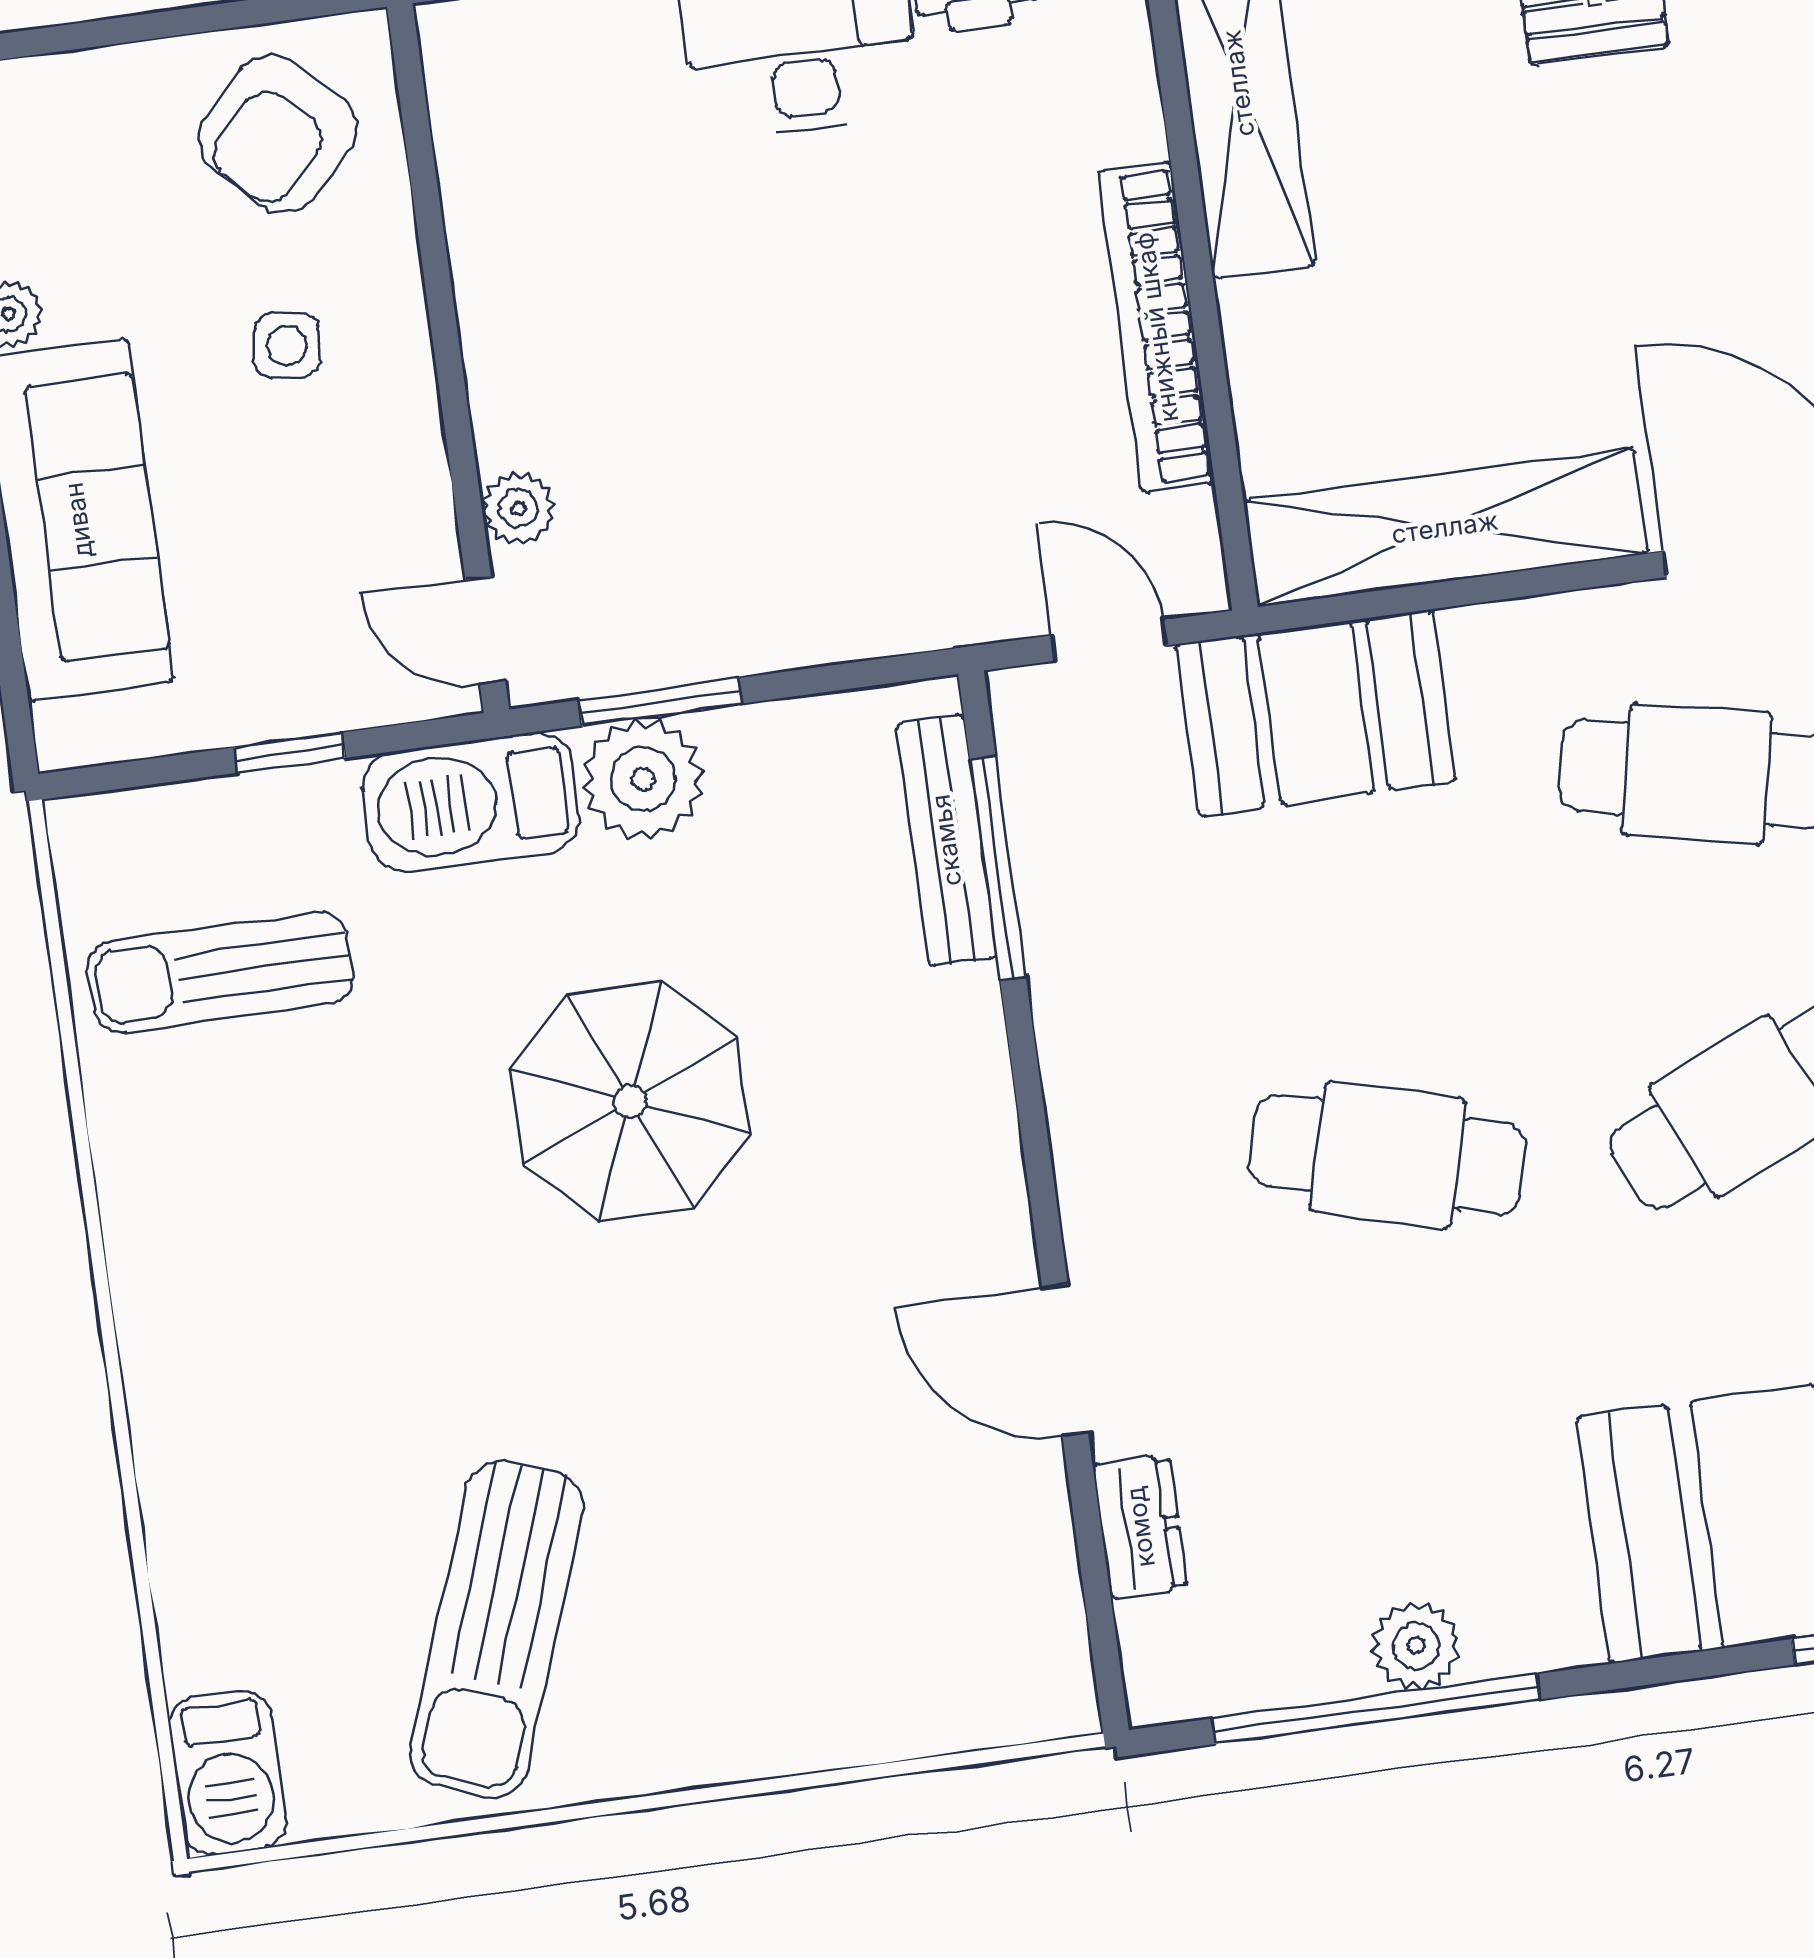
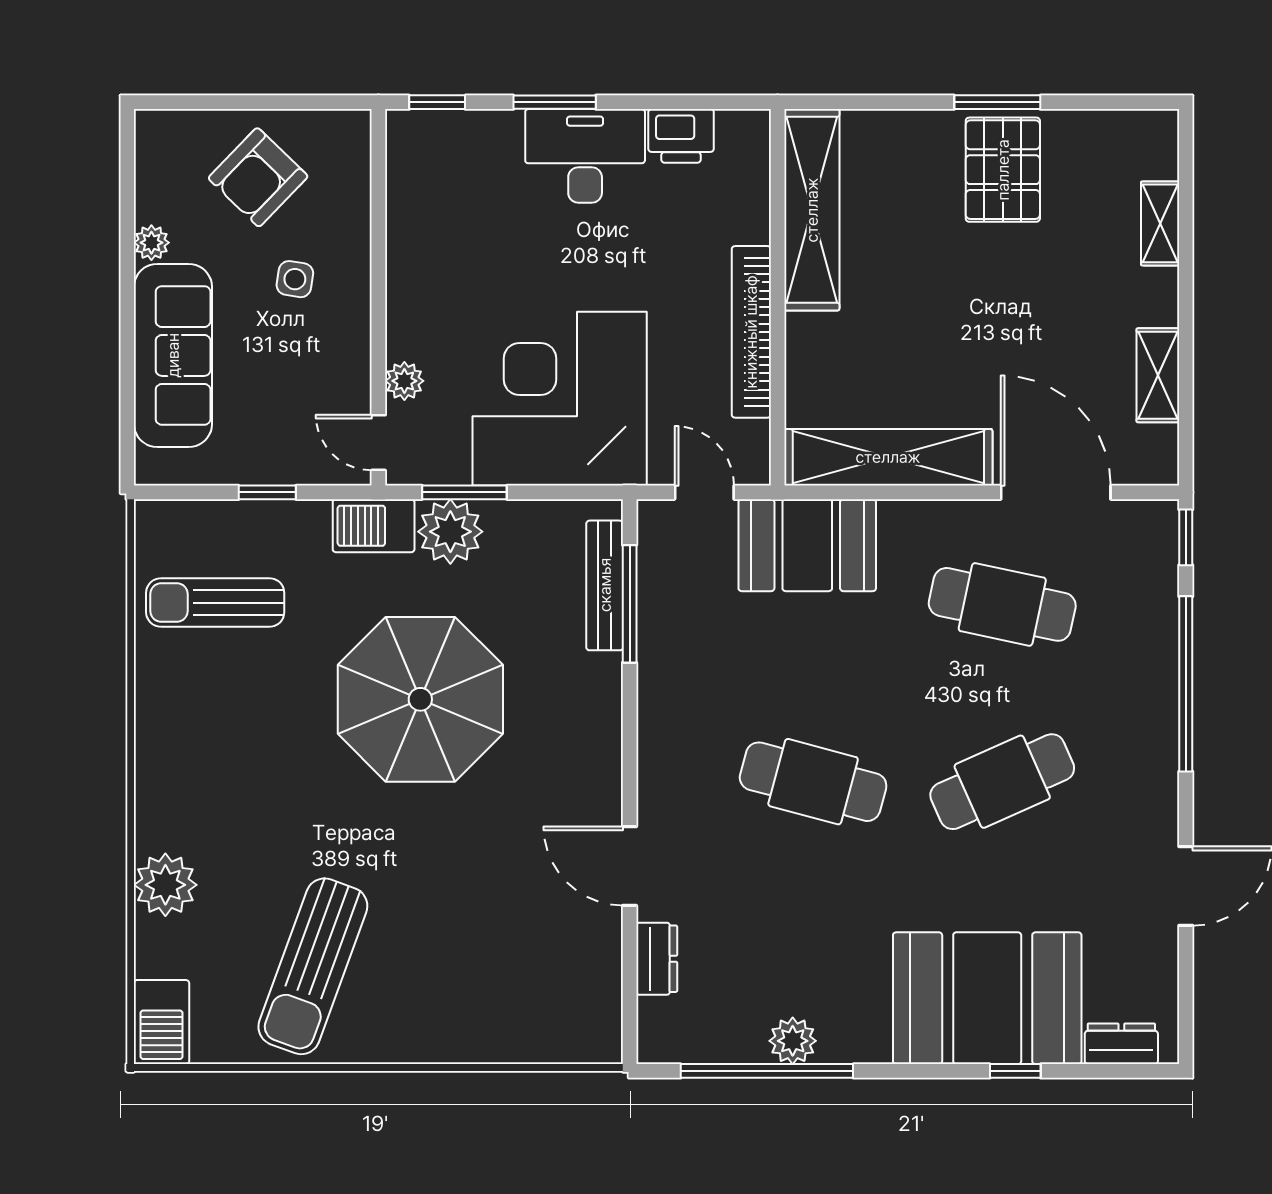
armchair: (277, 134) -> (258, 177), moved
corner desk: (814, 502) -> (560, 399), added
barbecue: (471, 802) -> (374, 526), width x0.73, depth x0.83
parasol: (630, 1101) -> (420, 699), width x1.36, depth x1.36
plant: (200, 1514) -> (165, 885), added

